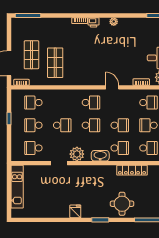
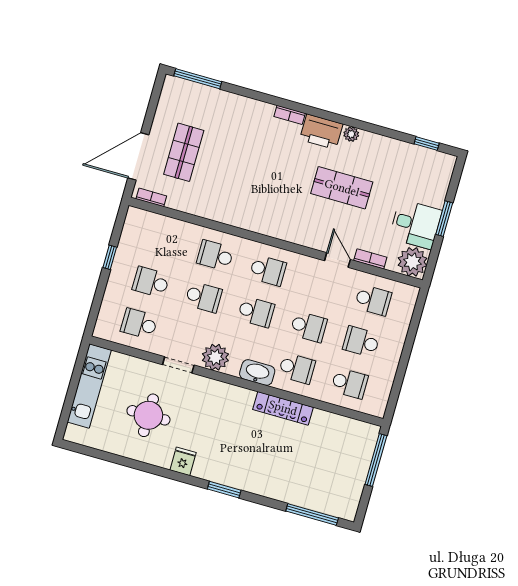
printer: (94, 22) -> (321, 132), width x1.87, depth x1.48
shop shelf: (55, 63) -> (342, 188), moved, turned 90
door: (112, 87) -> (337, 260), moved
school desk: (33, 103) -> (215, 256), moved
locker: (132, 170) -> (283, 408), moved
round table: (122, 204) -> (148, 415), moved

